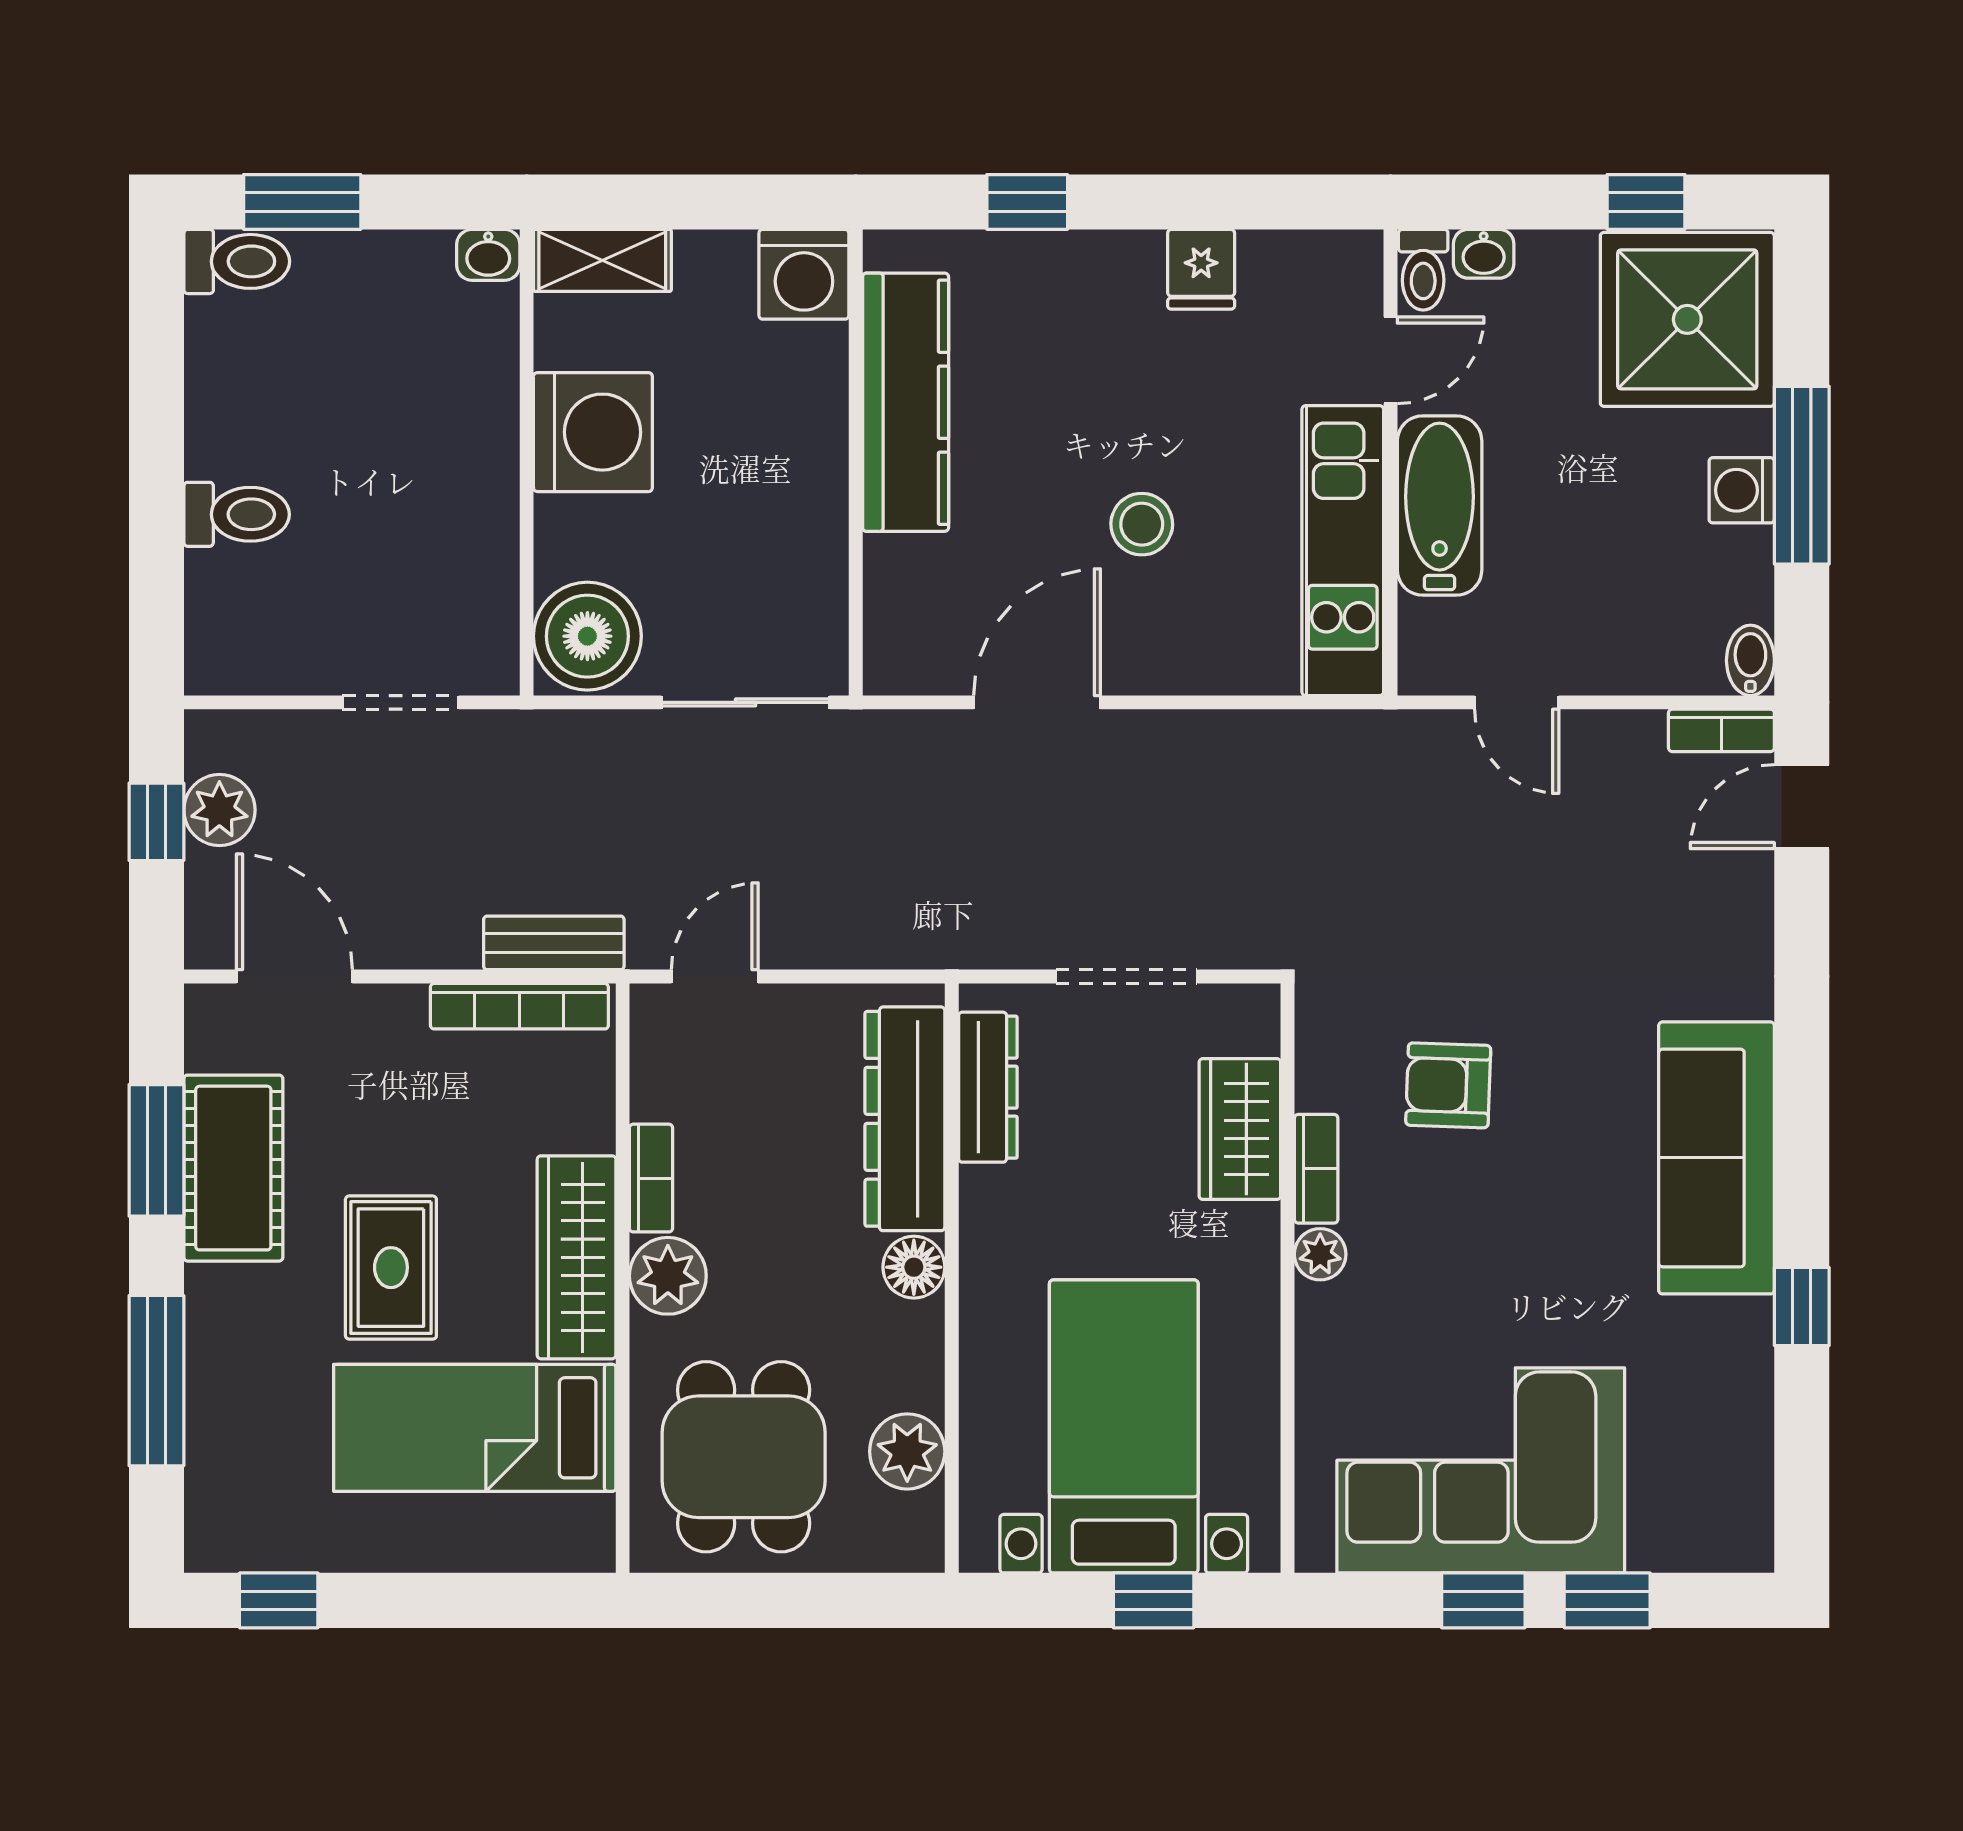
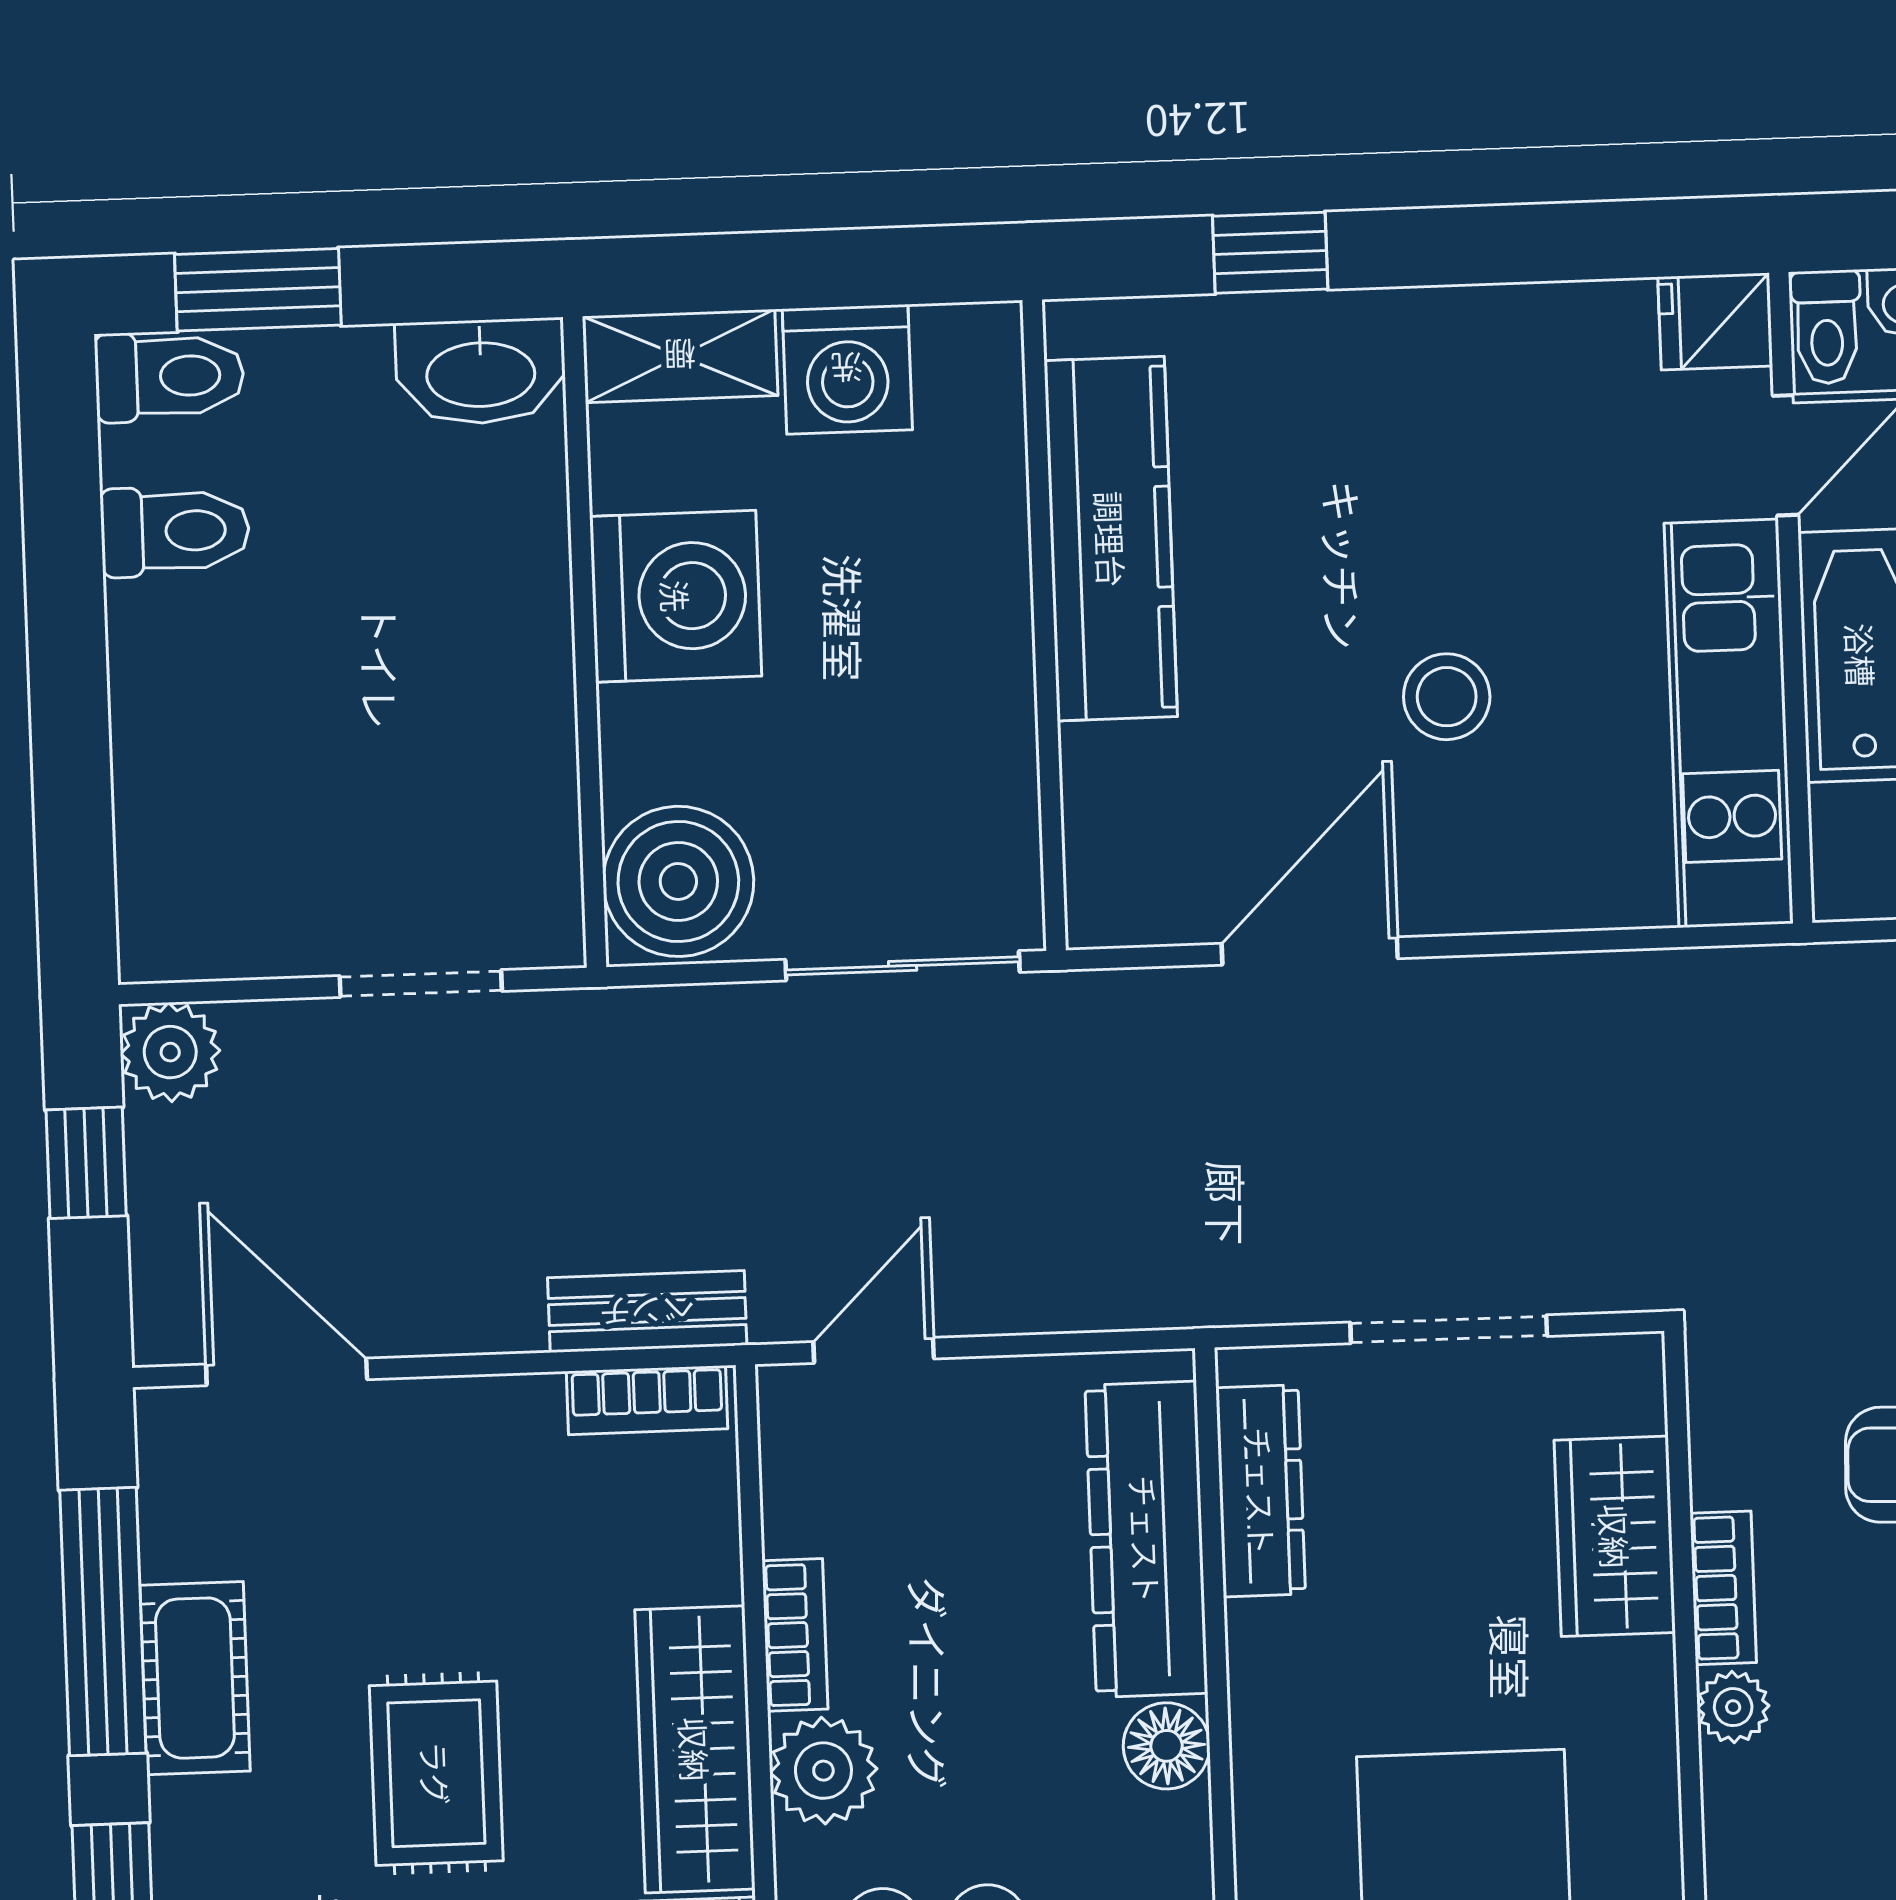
washbasin: (488, 255) -> (481, 372), width x1.91, depth x1.45
fridge: (1201, 269) -> (1715, 321), moved, turned 90
washing machine: (804, 274) -> (847, 369), moved
toilet: (237, 514) -> (175, 531), moved
plant: (219, 810) -> (170, 1052), moved
bookcase: (519, 1006) -> (647, 1400), width x0.64
window: (156, 1150) -> (103, 1622), width x1.44
cot: (233, 1168) -> (195, 1678), width x0.73, depth x0.75

